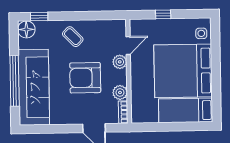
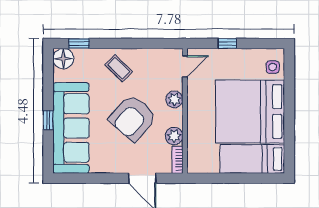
door: (128, 46) -> (185, 66), moved
armchair: (85, 78) -> (133, 118), turned -49
window: (15, 81) -> (48, 120), width x0.32

